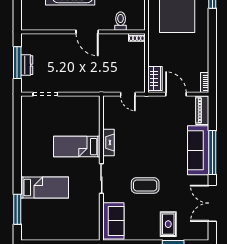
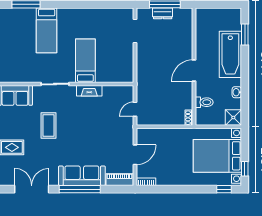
wardrobe: (155, 78) -> (150, 135), removed

